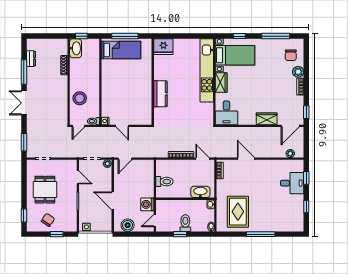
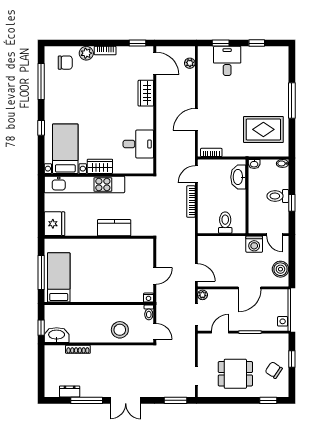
bed with nightstands: (235, 55) -> (65, 149), moved
kitchen unit: (207, 70) -> (84, 184), moved
wall: (214, 82) -> (99, 175), moved
wardrobe: (221, 83) -> (100, 166), moved

